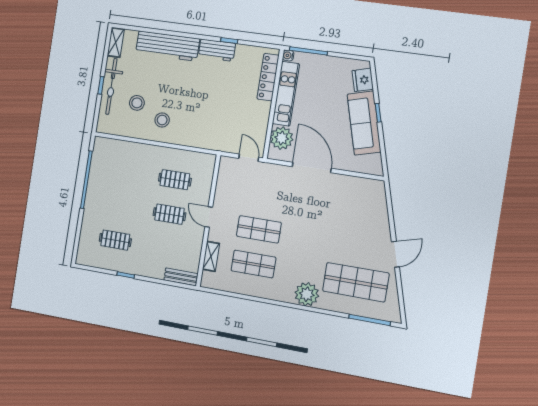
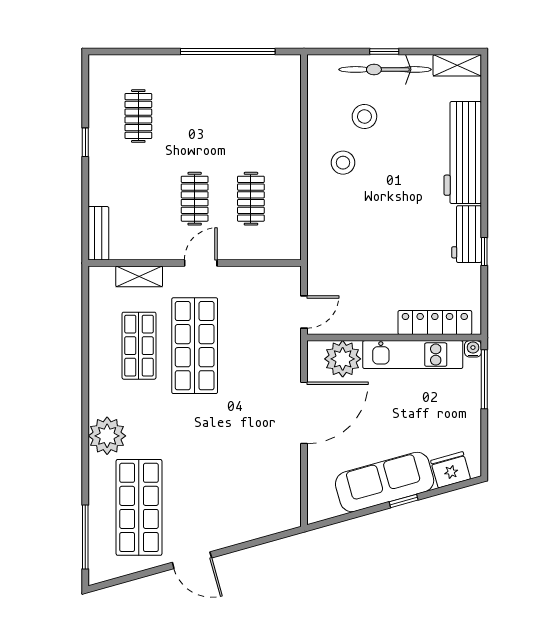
shop shelf: (259, 229) -> (195, 346), width x1.43, depth x1.36

